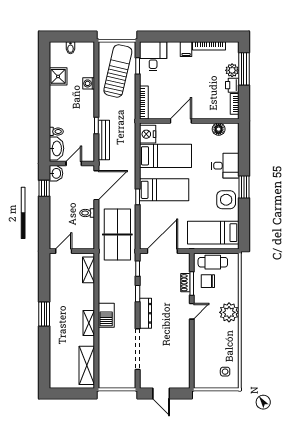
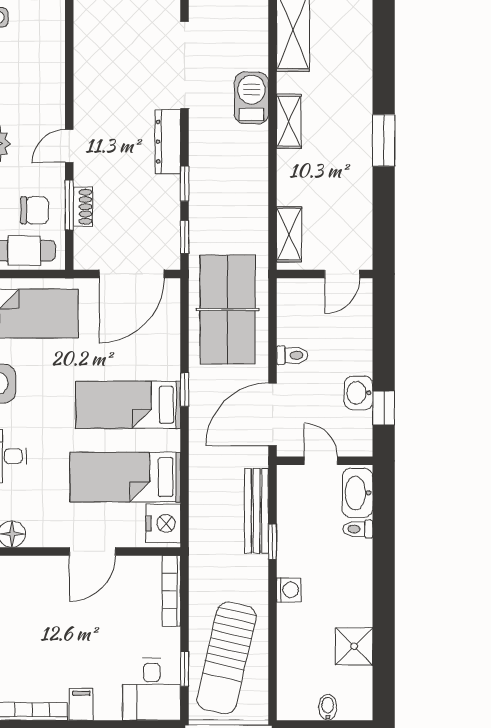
washing machine: (89, 83) -> (289, 590), moved
door: (74, 163) -> (321, 461), swing flipped
washbasin: (56, 173) -> (359, 393), moved
barbecue: (106, 315) -> (251, 98), moved

